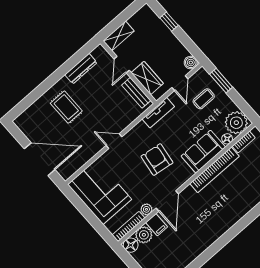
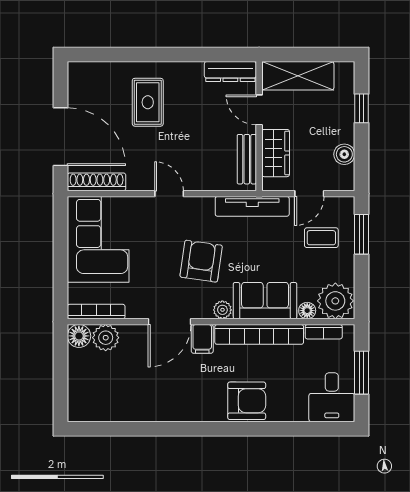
shelving: (119, 36) -> (298, 76), width x1.50, depth x1.33
boiler: (191, 63) -> (344, 154), moved
door: (122, 65) -> (259, 110), hinge flipped
dresser: (81, 69) -> (230, 72), moved
tv unit: (158, 113) -> (252, 206), width x1.41
shoe rack: (75, 166) -> (97, 182), added
armchair: (236, 206) -> (247, 401), added
plant: (146, 209) -> (222, 310), moved
filing cabinet: (157, 225) -> (202, 339), moved

